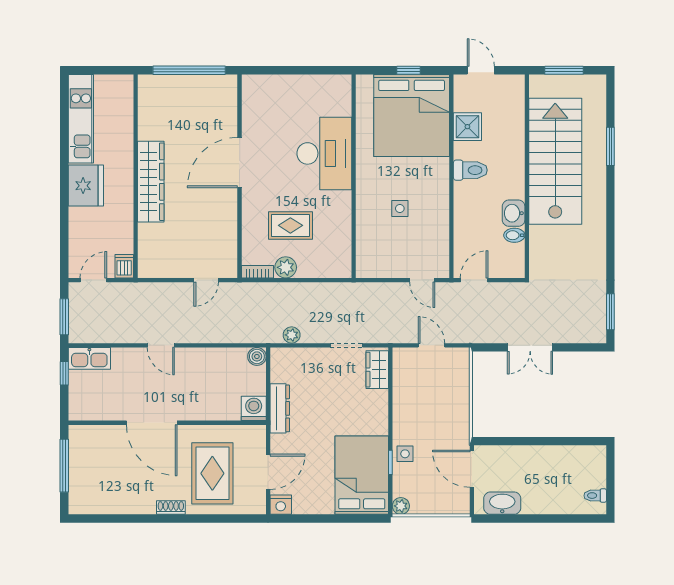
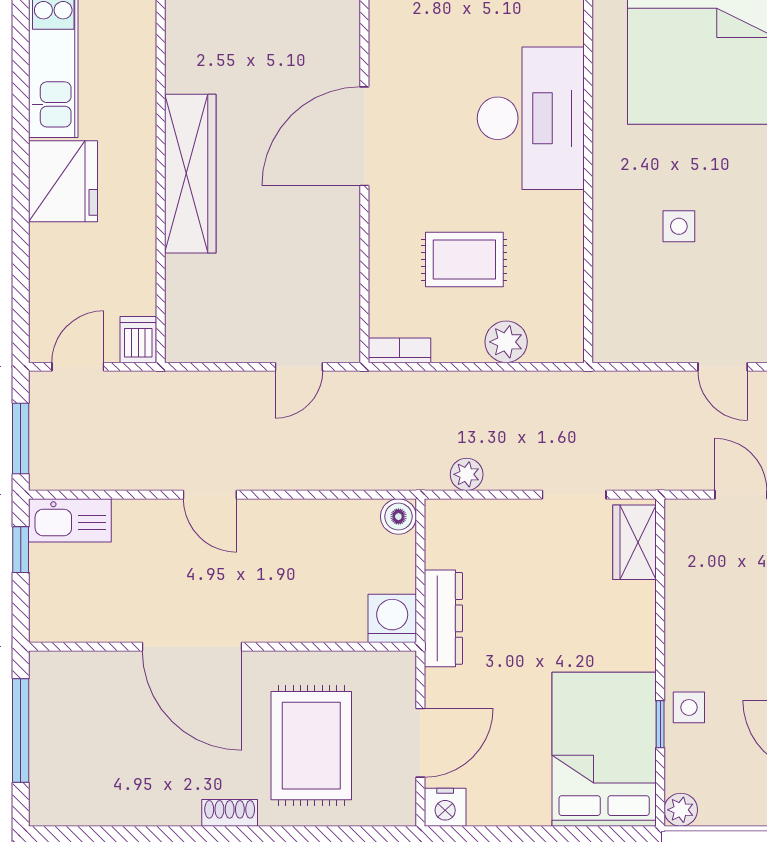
plant: (286, 267) -> (506, 342), moved

